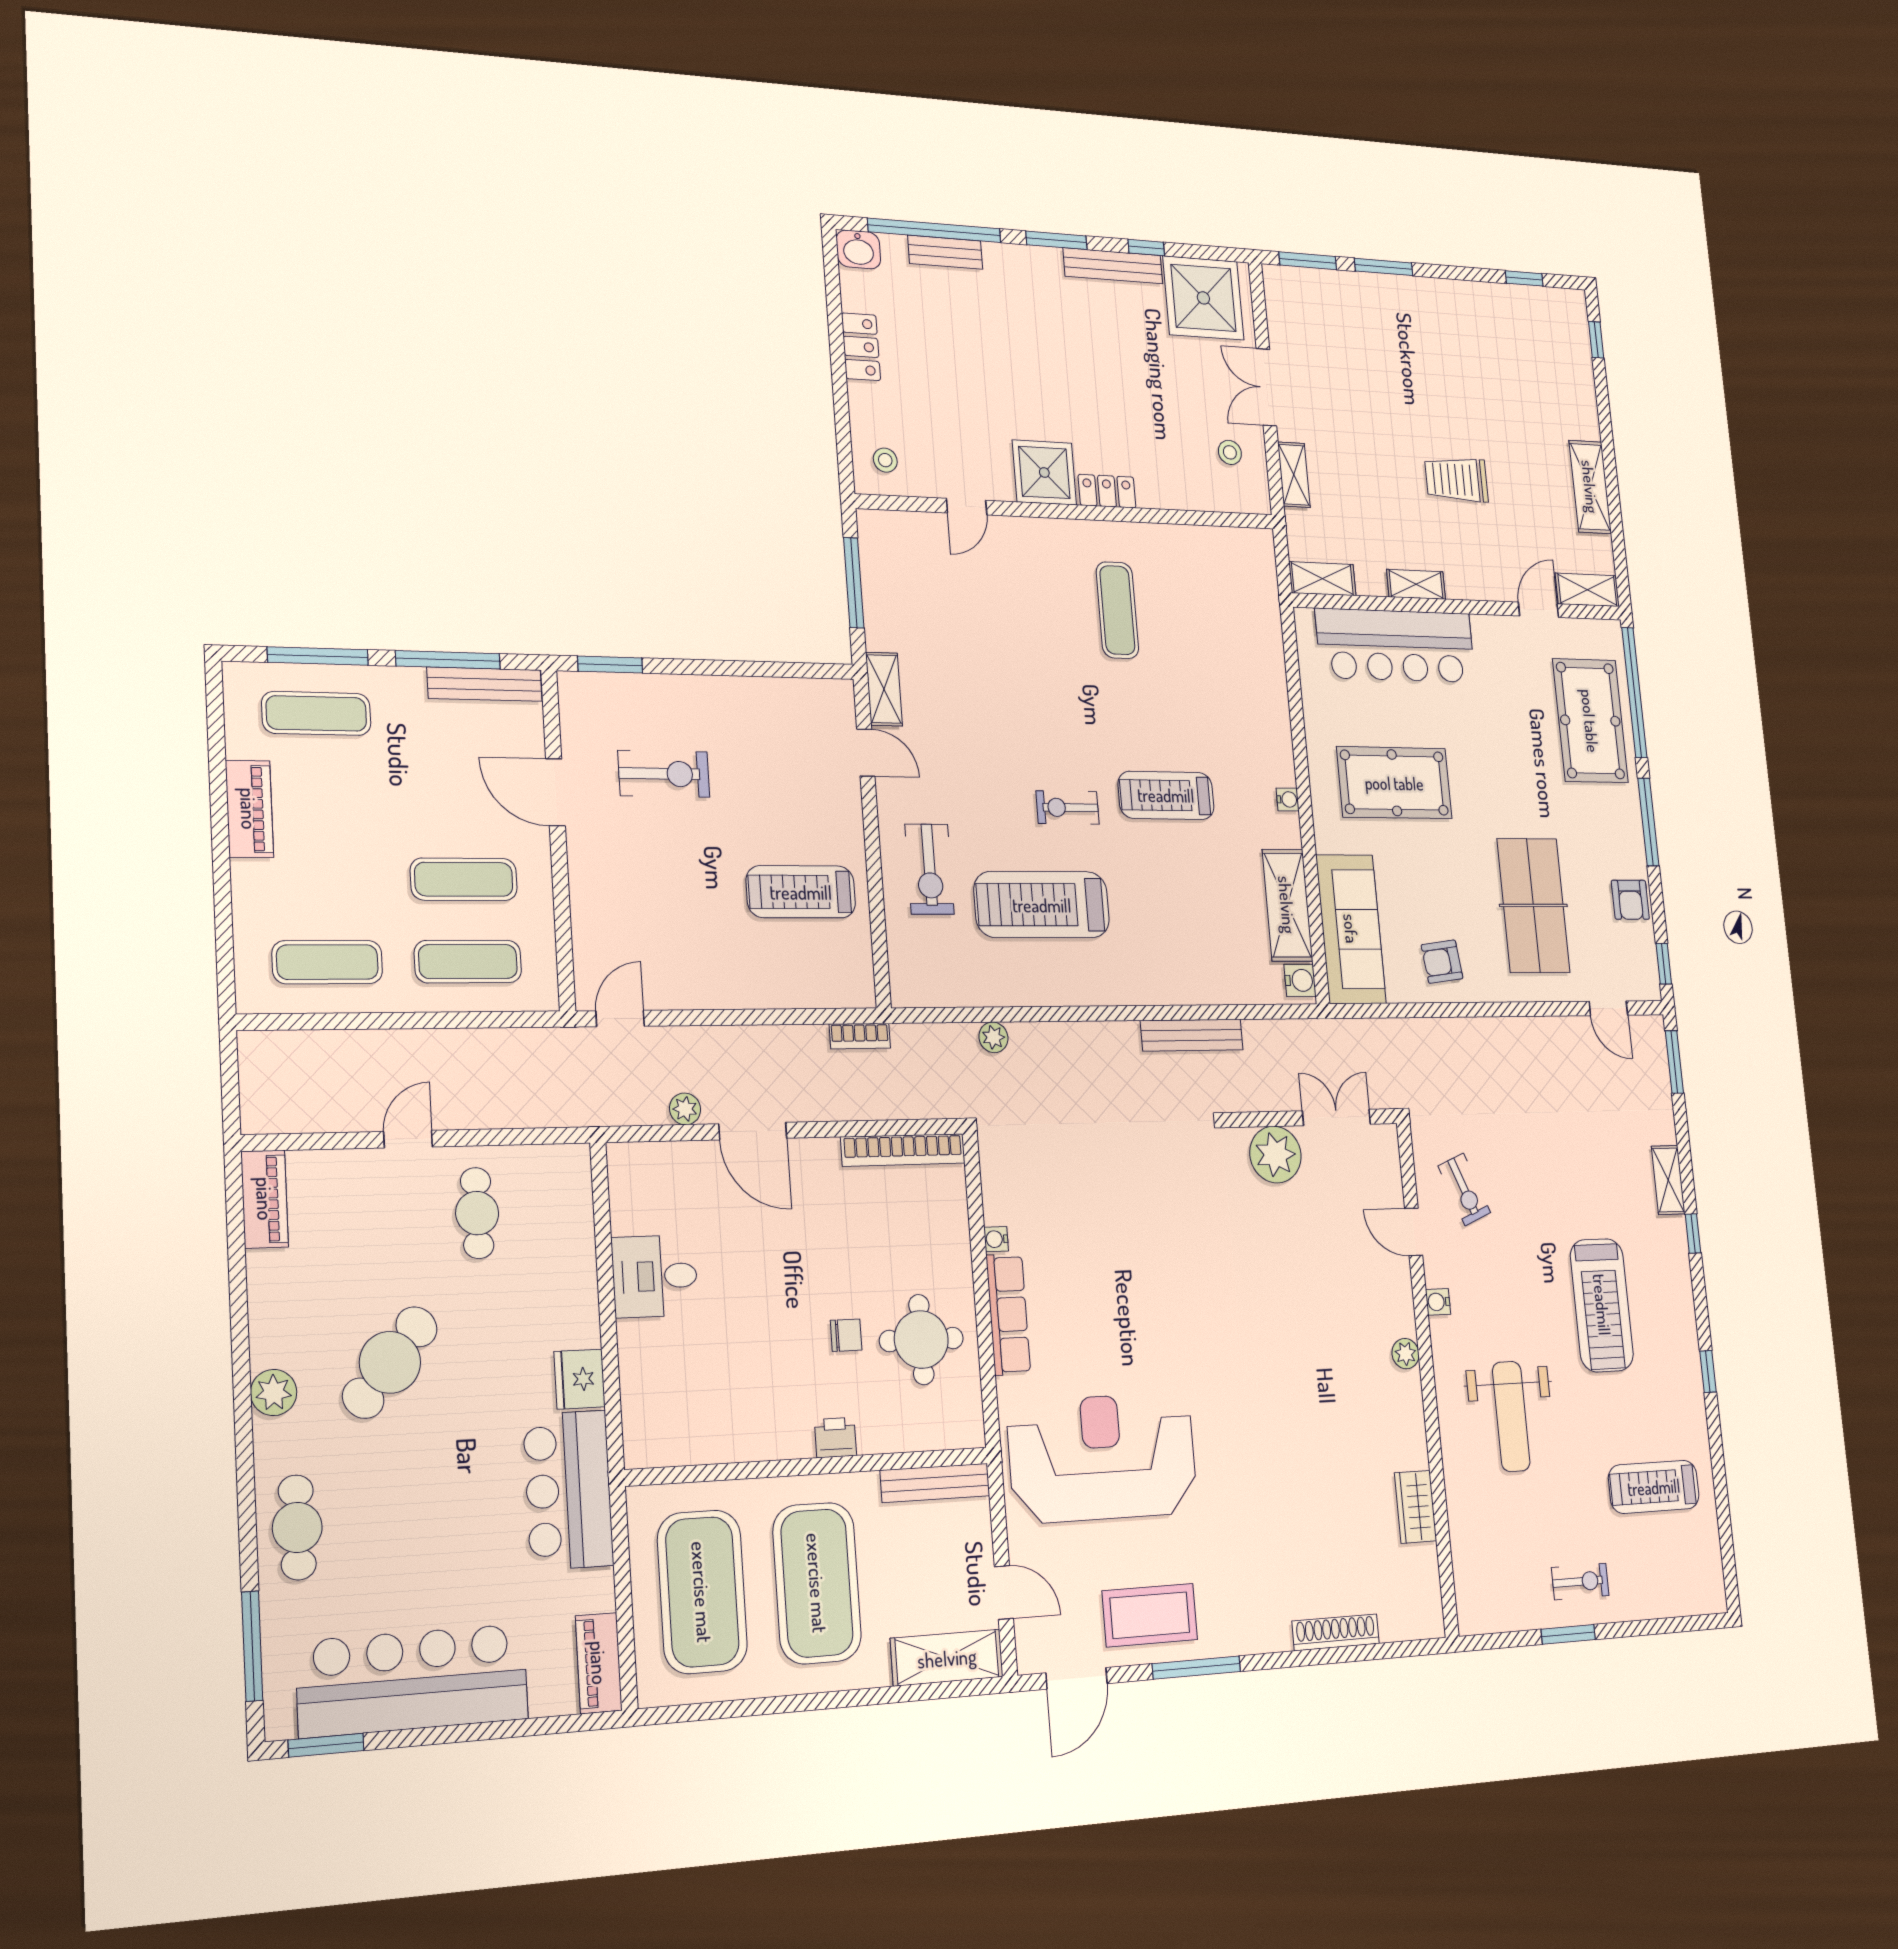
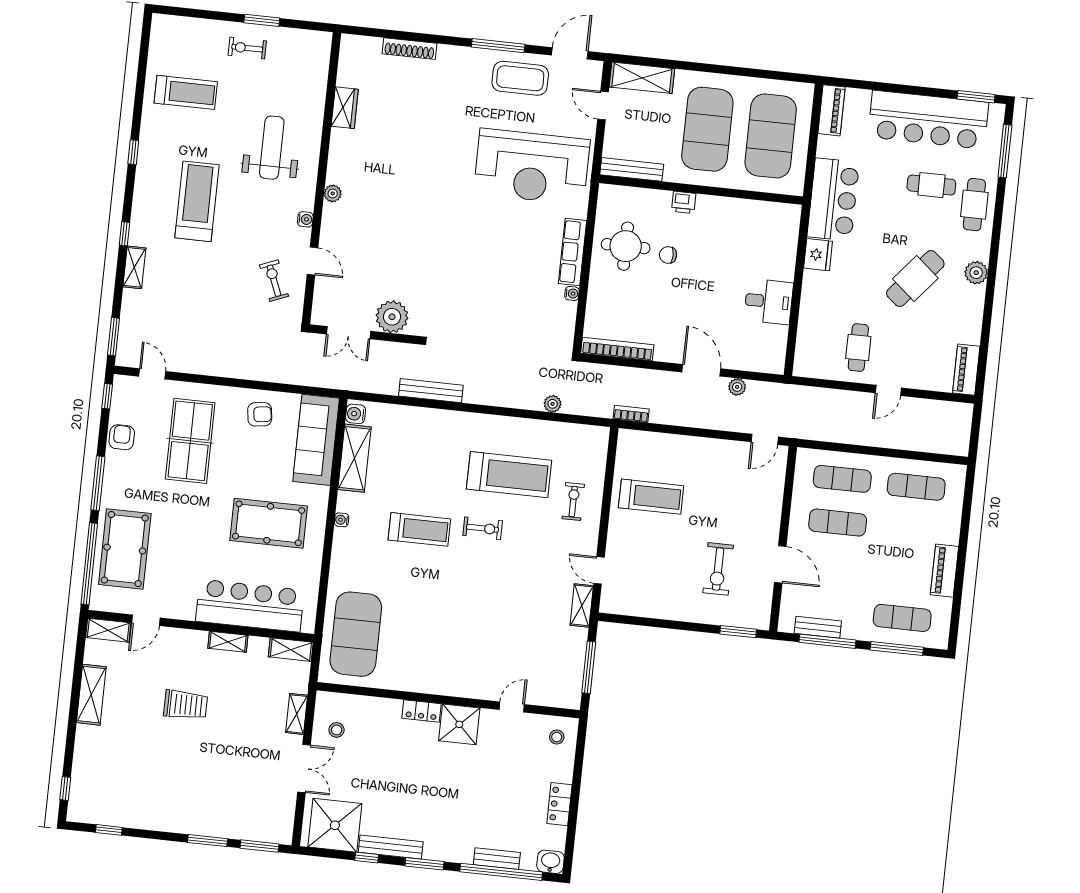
exercise mat: (1117, 610) -> (356, 634), moved, width x2.00, depth x1.45
bench: (485, 684) -> (818, 627), width x0.73
exercise bike: (664, 774) -> (718, 569), turned -90
exercise bike: (929, 869) -> (573, 501), width x0.73, depth x0.72
cafe table: (387, 1551) -> (931, 185), added

